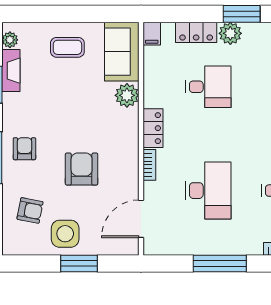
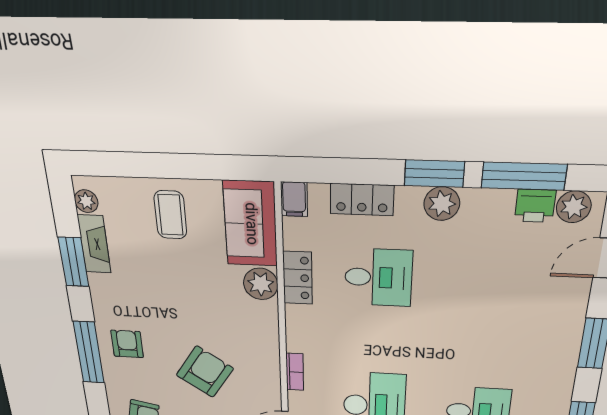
plant: (230, 33) -> (442, 204), moved
coffee table: (67, 47) -> (170, 215), turned 90
locker: (153, 128) -> (298, 278), moved
armchair: (82, 169) -> (205, 372), turned 34

